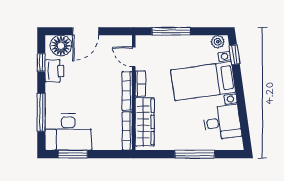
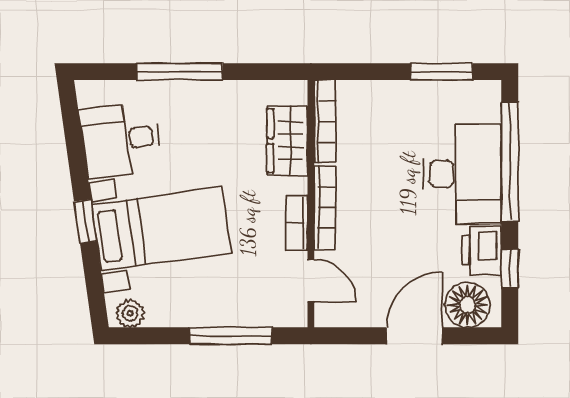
window: (234, 55) -> (85, 221), moved
window: (41, 112) -> (510, 162), width x1.46
wardrobe: (145, 122) -> (287, 141), width x0.67
desk: (68, 132) -> (462, 174), moved, turned 90

